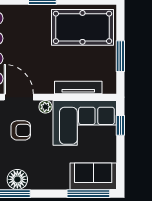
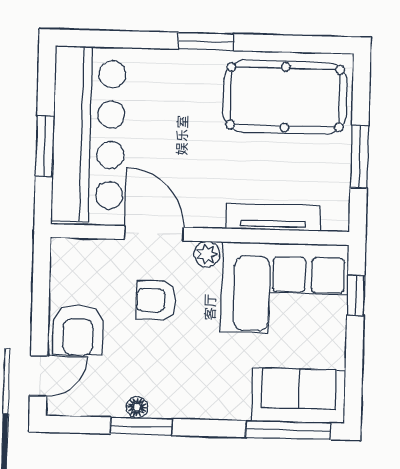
armchair: (21, 130) -> (156, 300), turned 180
floor lamp: (17, 179) -> (137, 407), width x0.53, depth x0.53

